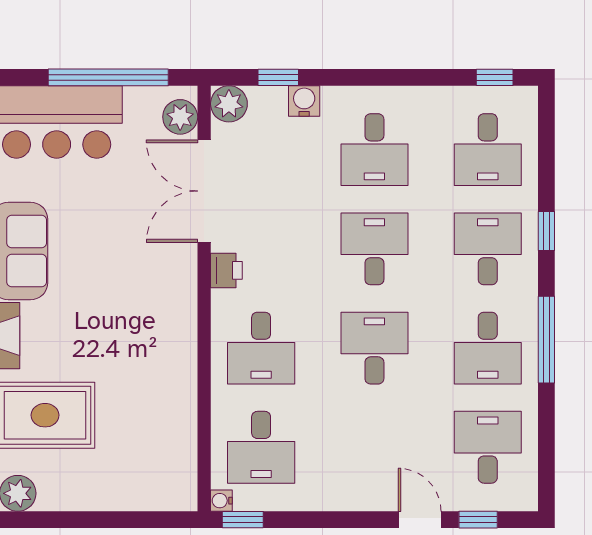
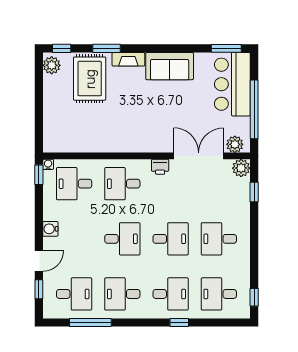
water cooler: (304, 101) -> (50, 229), moved, turned 180
window: (546, 340) -> (90, 322), moved

